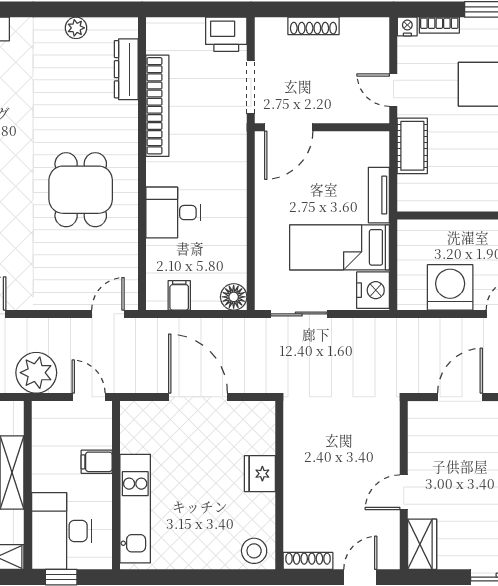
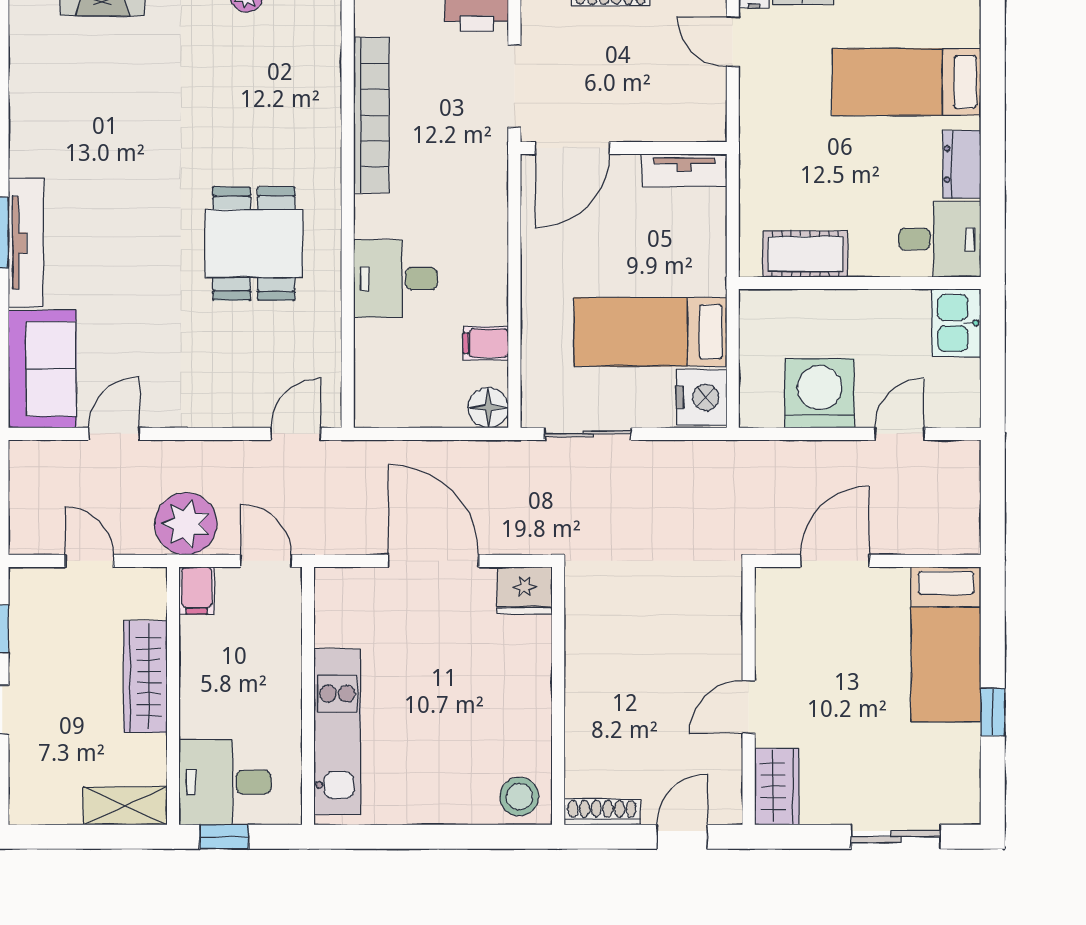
dresser: (126, 69) -> (324, 59), removed
door: (393, 90) -> (733, 42), moved
cot: (412, 146) -> (805, 254), moved, turned 90
tv unit: (379, 195) -> (684, 170), moved, turned -90
filing cabinet: (179, 295) -> (486, 343), moved, turned -90
filing cabinet: (97, 462) -> (197, 590), moved, turned -90
fridge: (260, 474) -> (525, 591), moved, turned -90
desk: (62, 531) -> (225, 782), width x0.73

